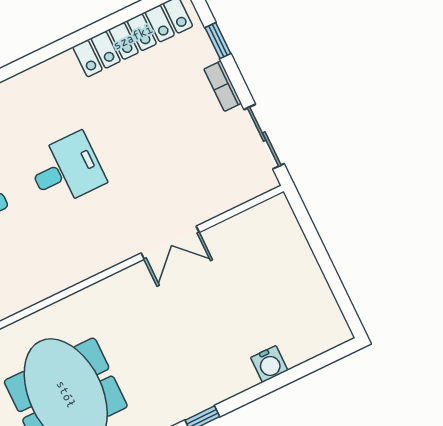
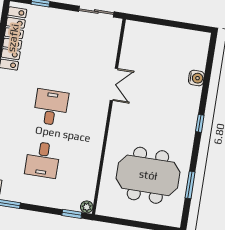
bookcase: (223, 86) -> (62, 14), removed

